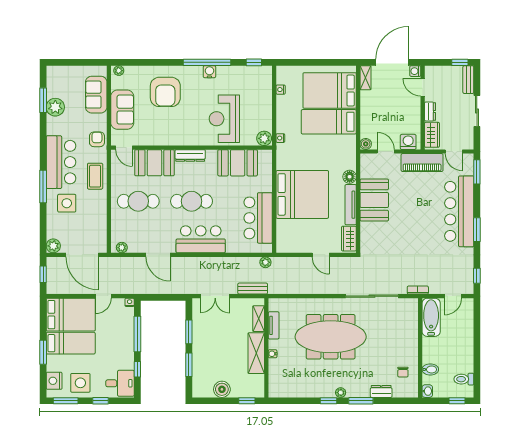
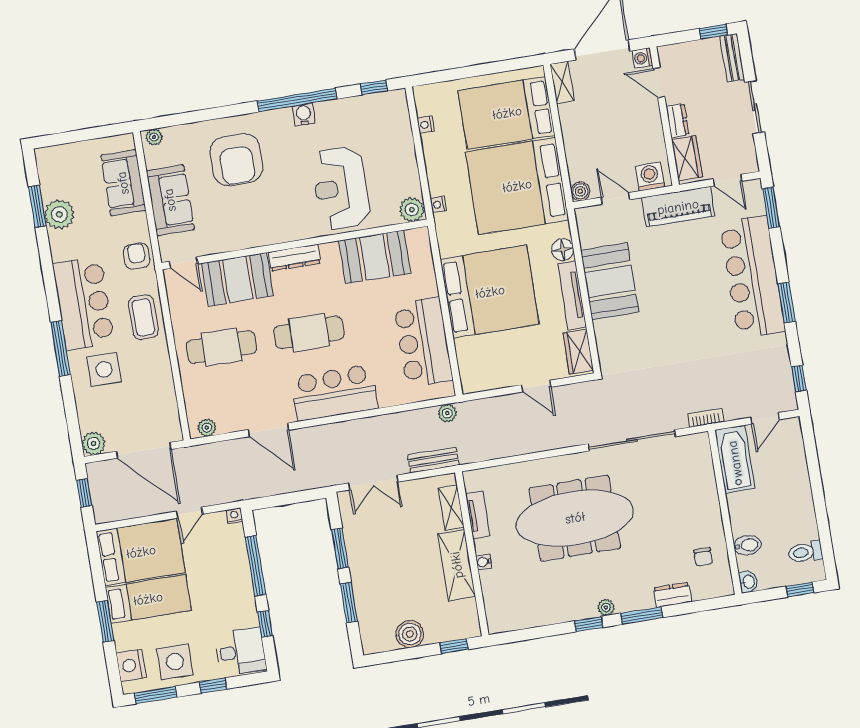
bed: (329, 122) -> (517, 186), width x2.04

